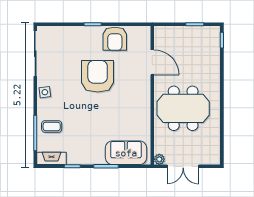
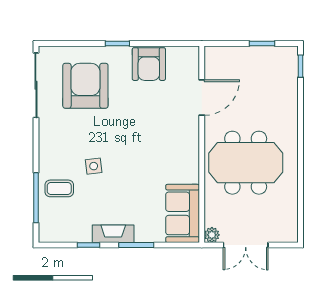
door: (152, 62) -> (202, 98), hinge flipped
armchair: (98, 76) -> (85, 86), moved
side table: (45, 92) -> (94, 166), moved
sofa: (126, 153) -> (183, 213), moved, turned -90
fireplace: (51, 158) -> (113, 234), moved

